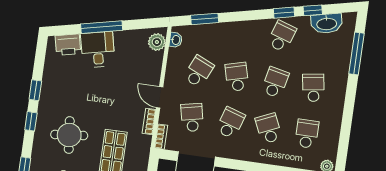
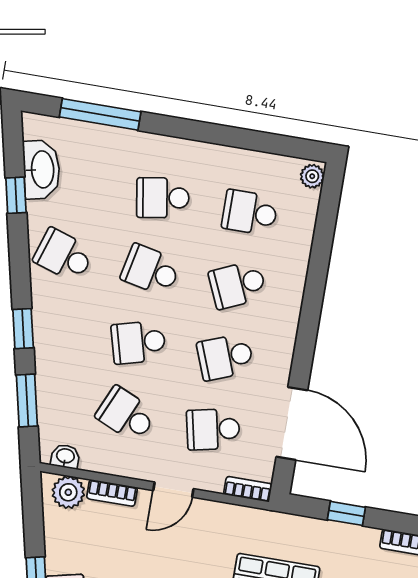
window: (284, 13) -> (23, 329), moved
bookcase: (149, 121) -> (112, 493), moved
school desk: (230, 123) -> (225, 357), turned -39

